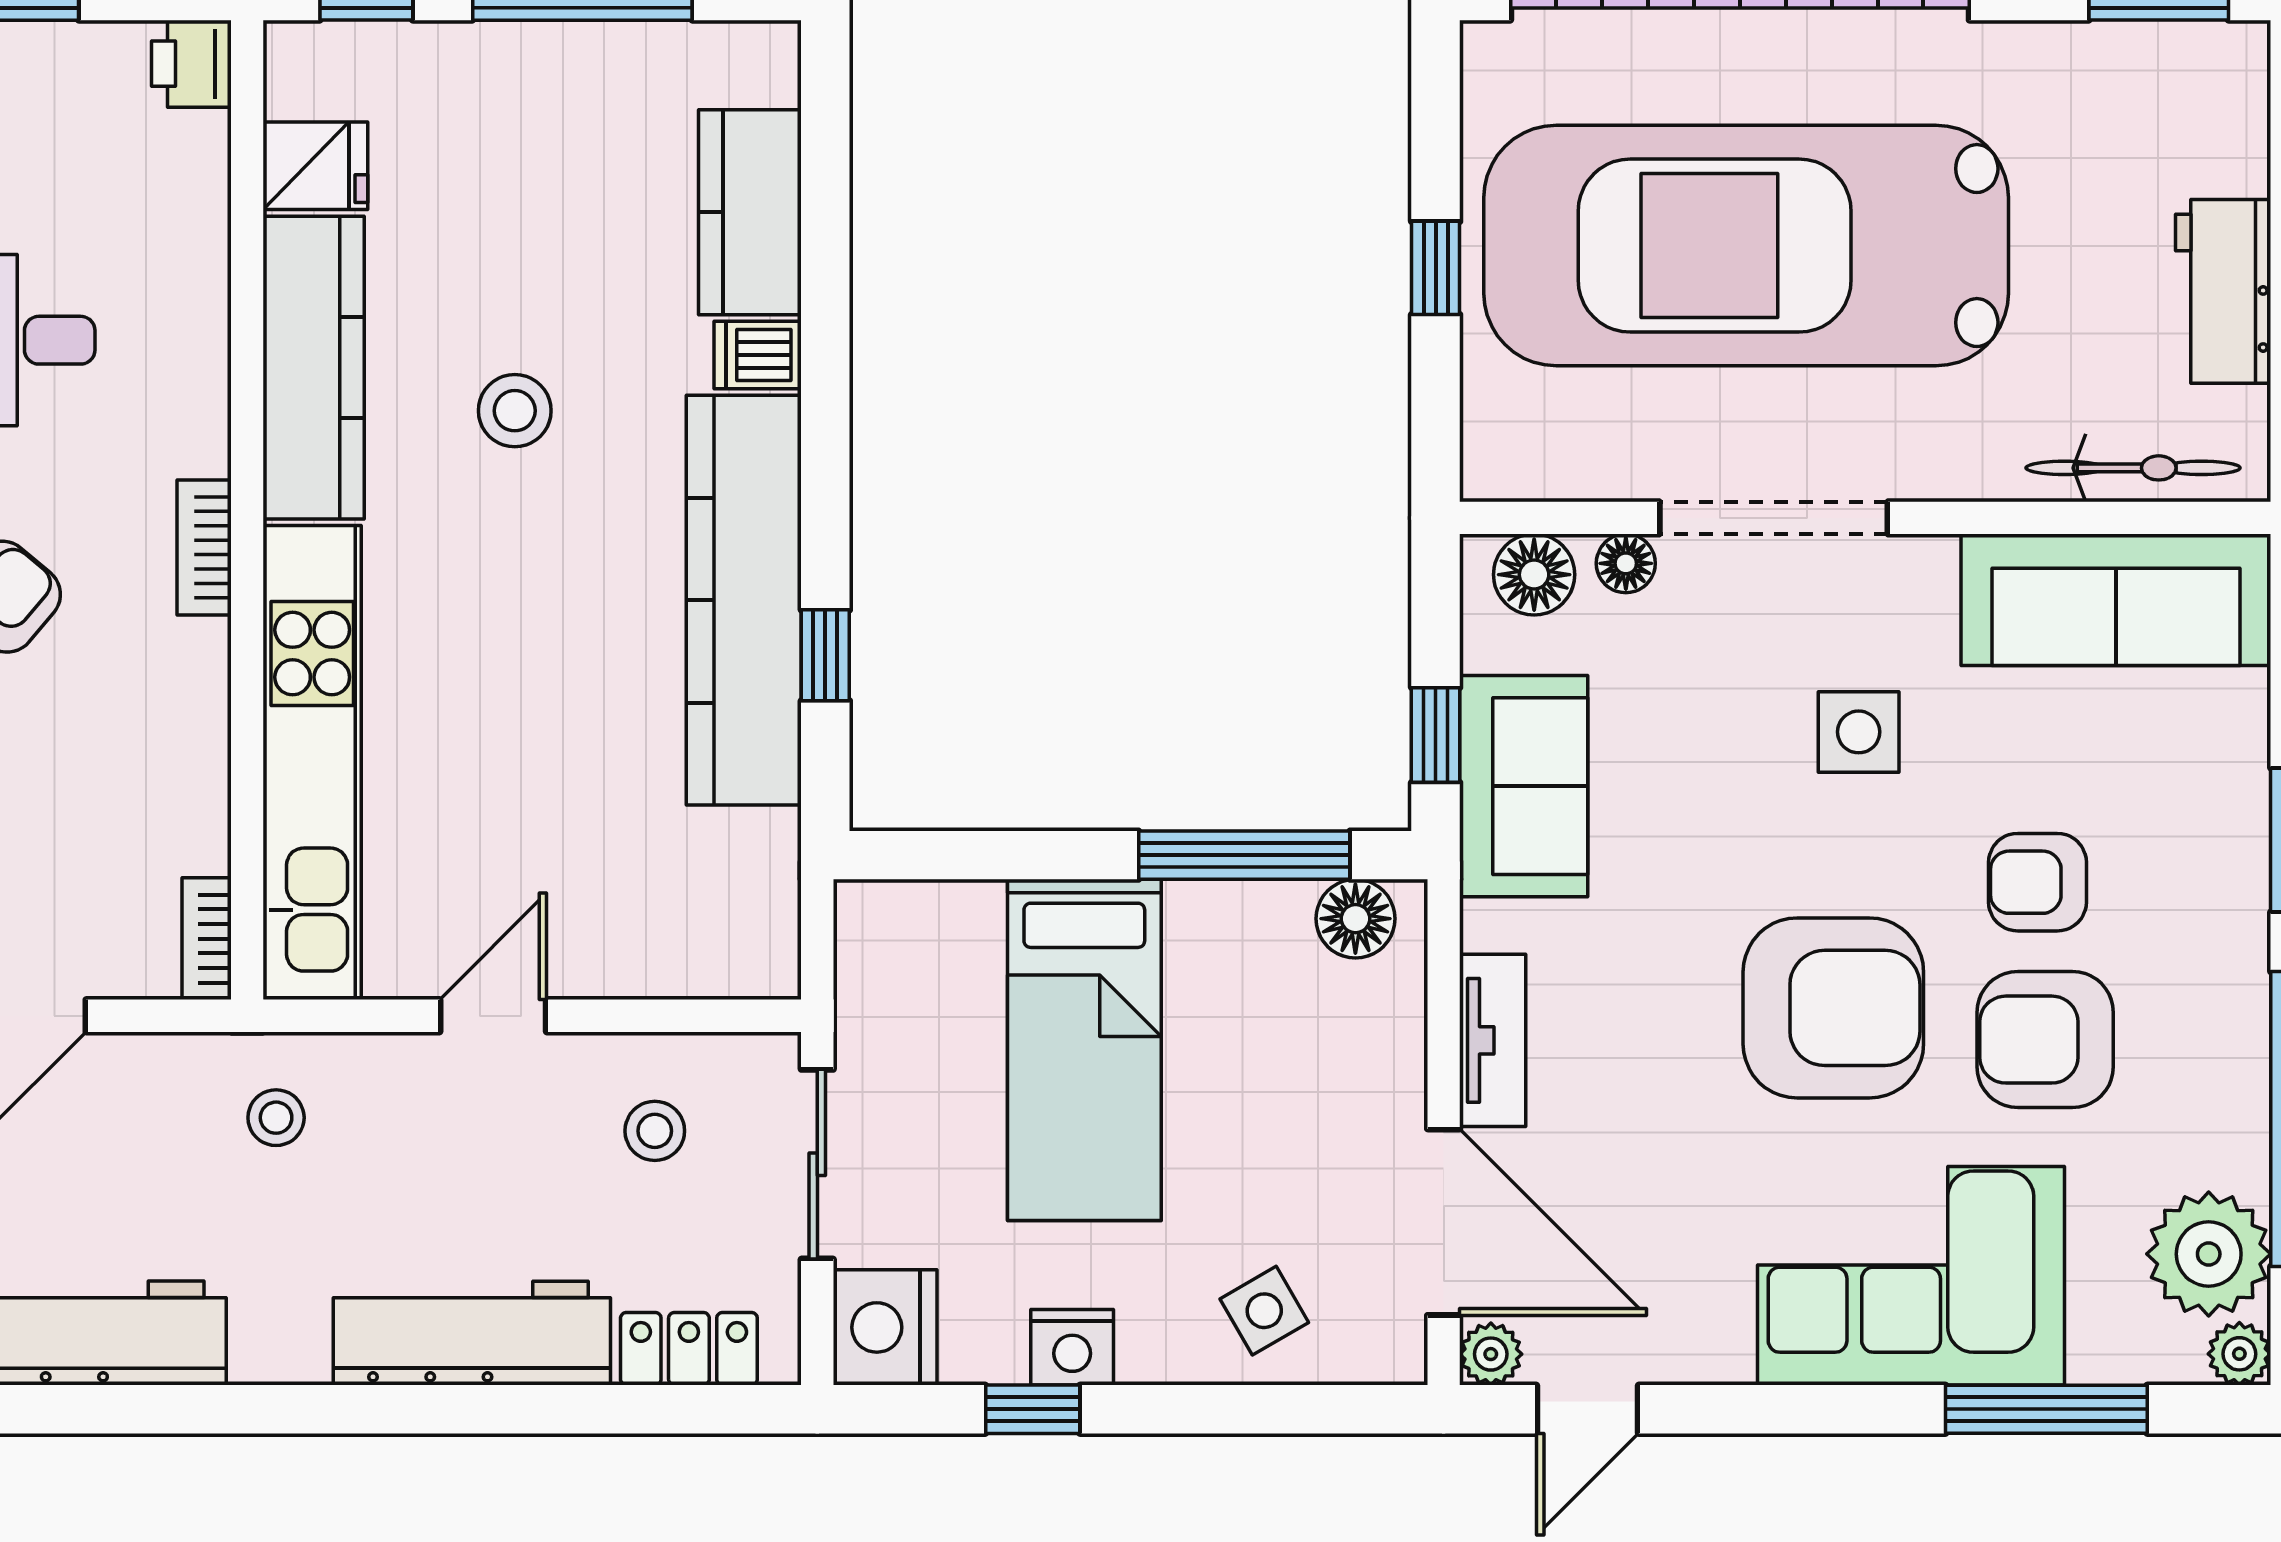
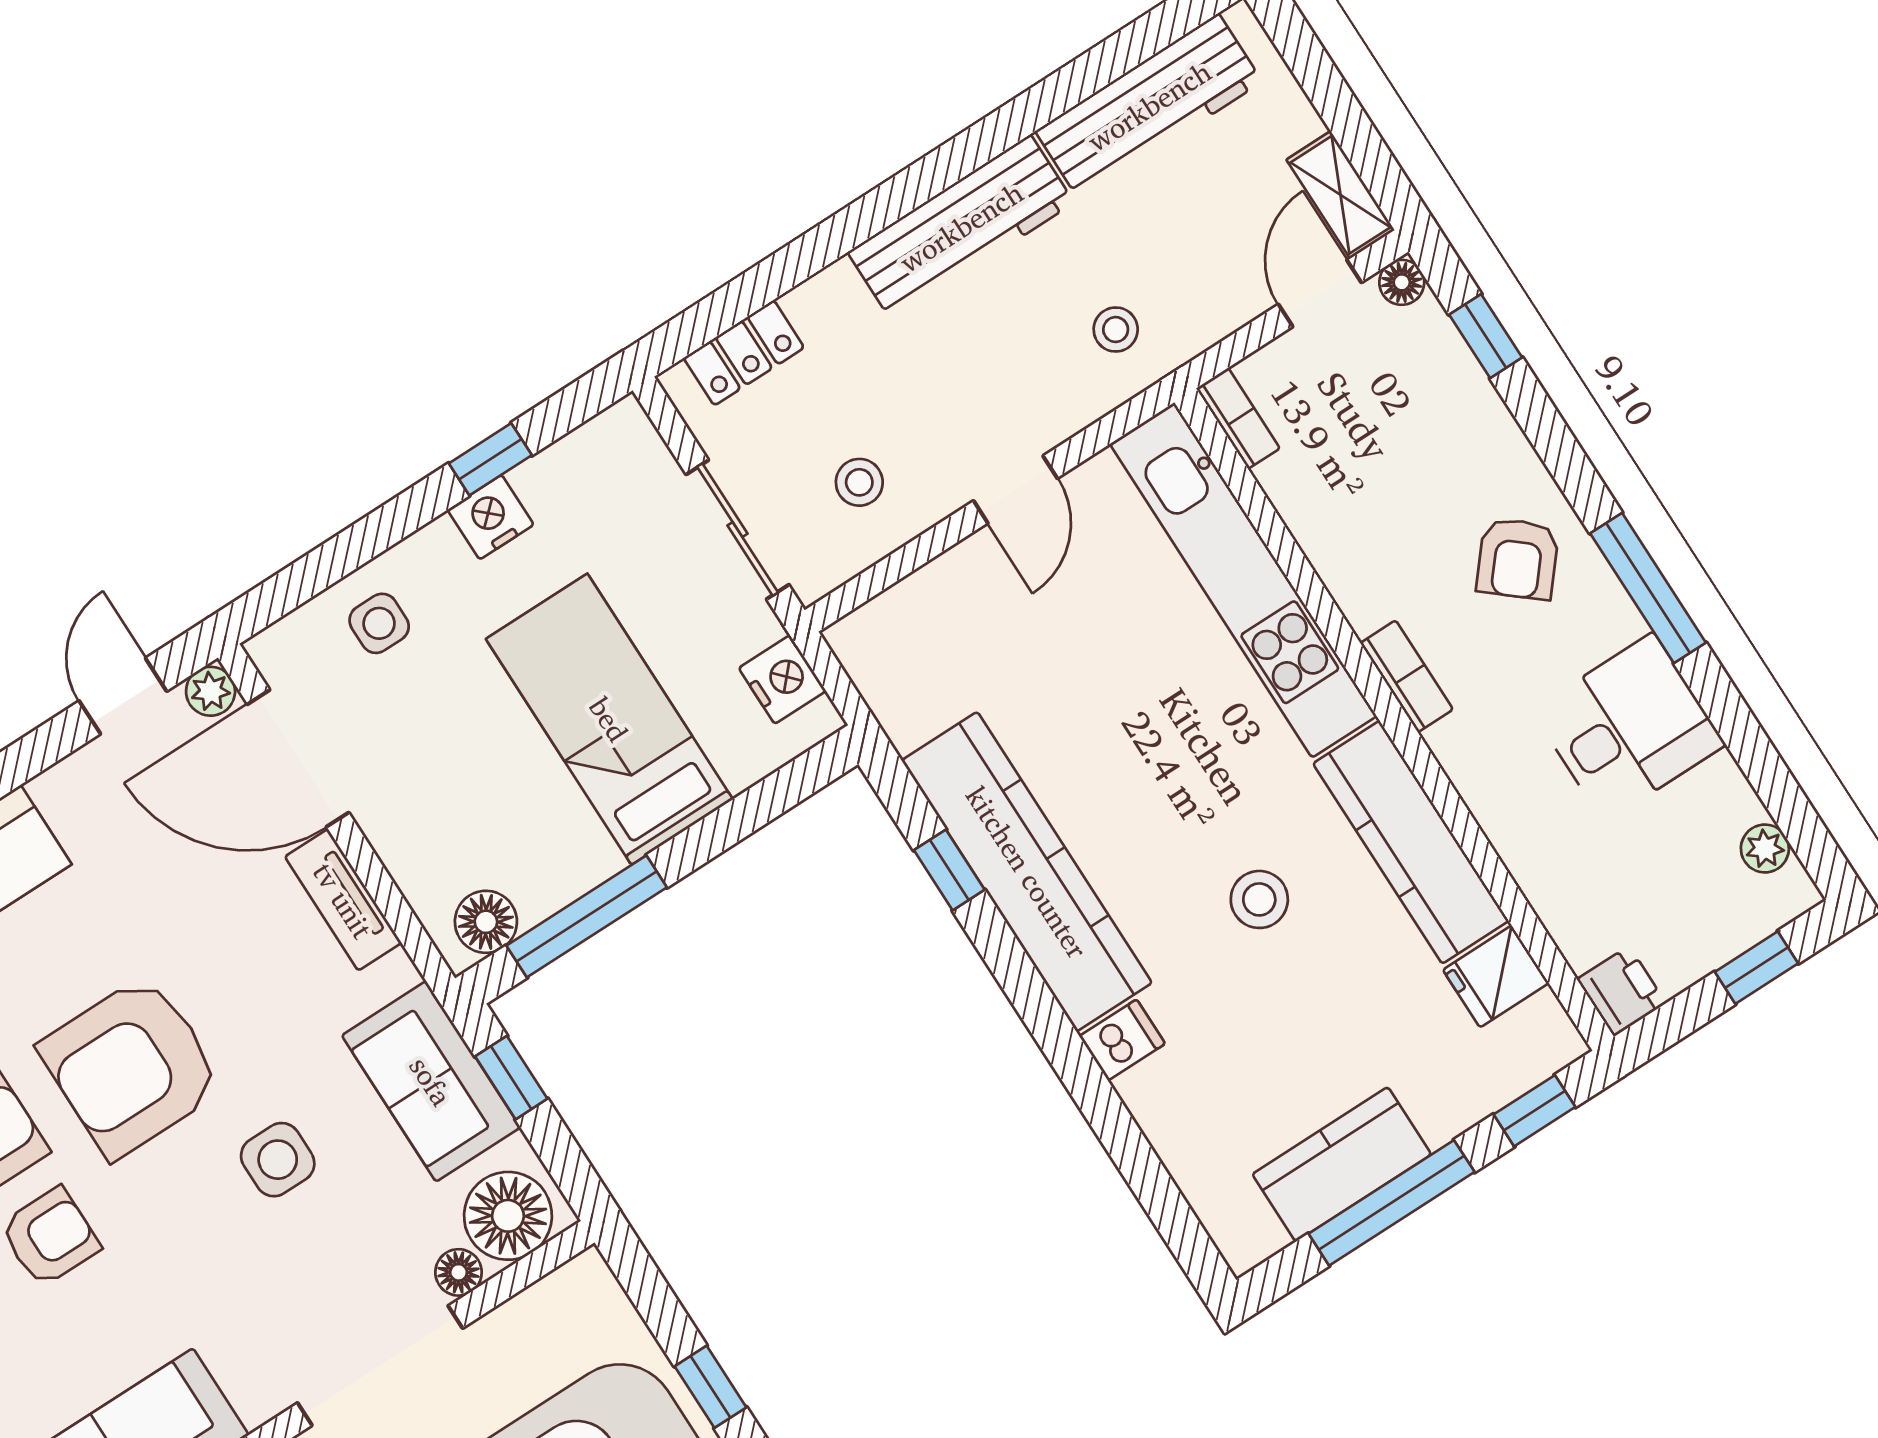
kitchen counter: (750, 212) -> (1342, 1164), moved, turned -90
floor lamp: (1534, 575) -> (508, 1216), width x1.38, depth x1.38
side table: (1859, 732) -> (278, 1160), moved
side table: (1264, 1311) -> (379, 623), turned 30
nightstand: (885, 1327) -> (782, 679), moved, width x0.74, depth x0.75
workbench: (472, 1333) -> (961, 227), moved

